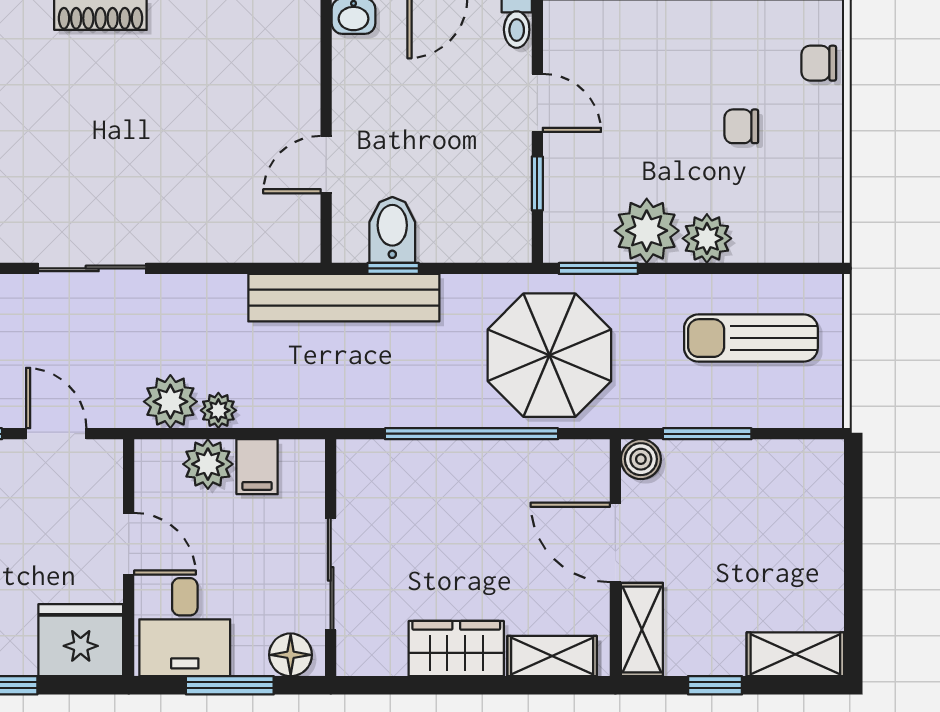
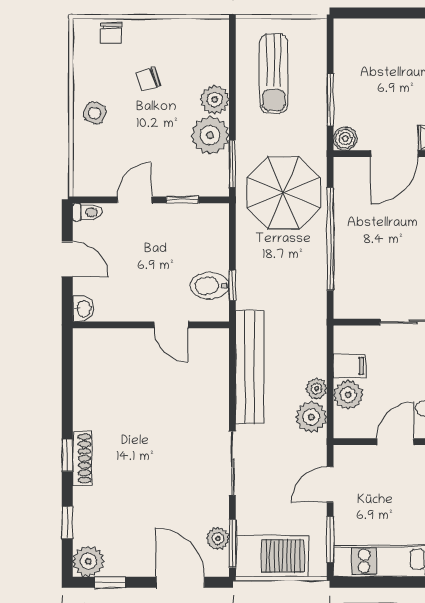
side table: (684, 35) -> (95, 113), added
chair: (741, 126) -> (148, 79), turned 72
bench: (344, 298) -> (250, 367), moved

